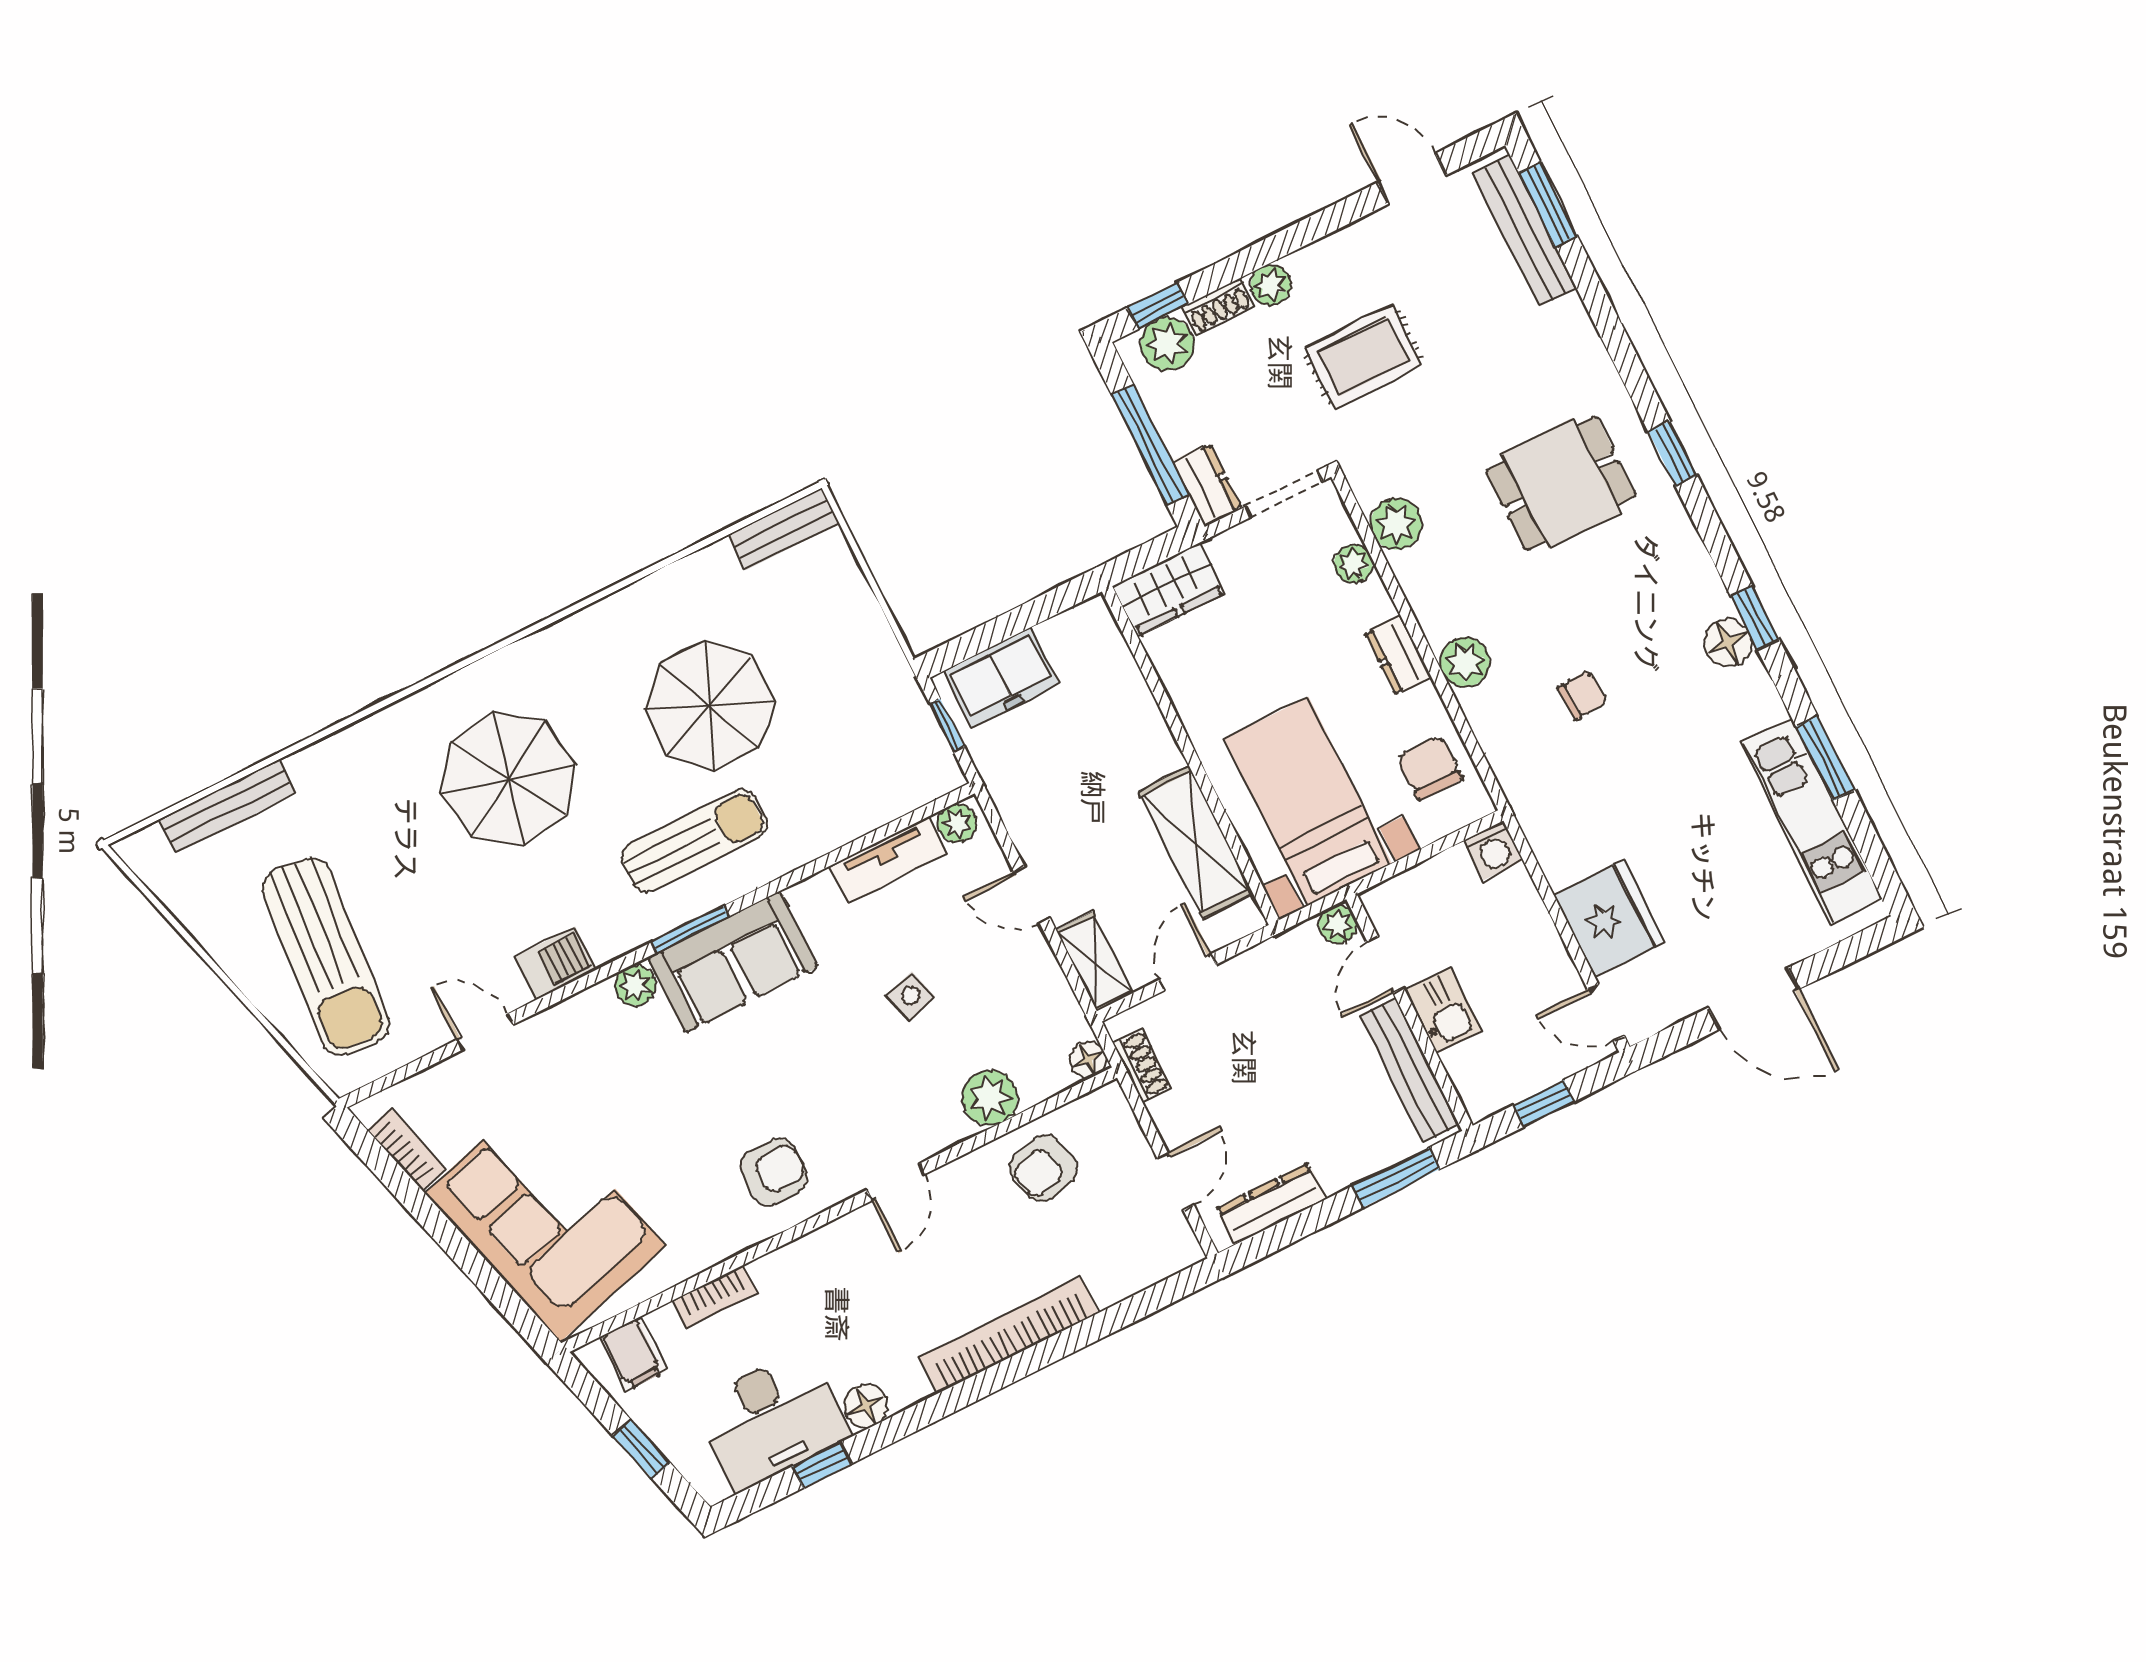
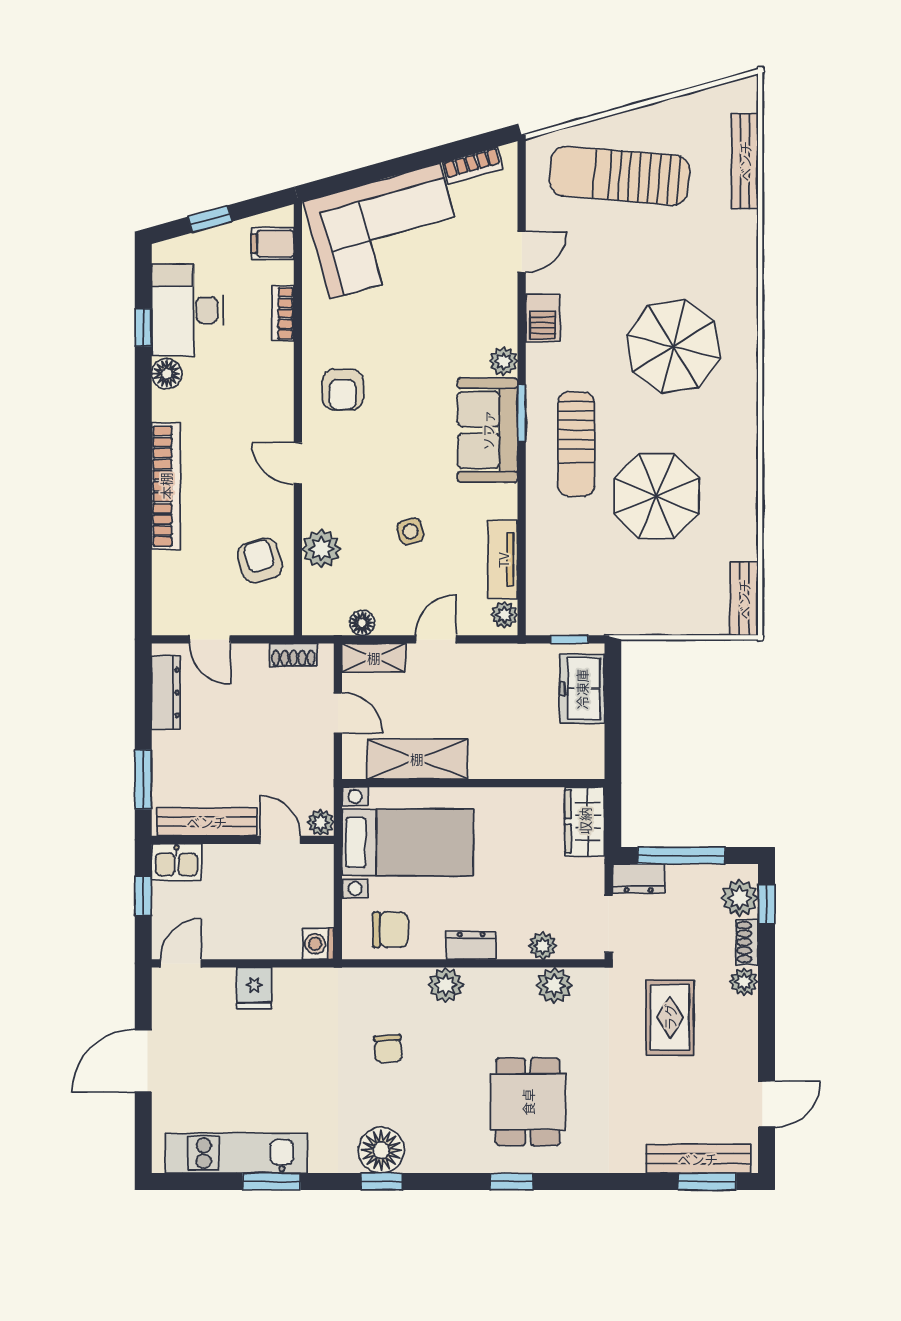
floor lamp: (1728, 643) -> (381, 1150), width x1.38, depth x1.38
fridge: (1609, 919) -> (254, 988), width x0.53, depth x0.75
kitchen sink: (1444, 1011) -> (177, 862), moved
floor lamp: (1088, 1059) -> (362, 623), moved

